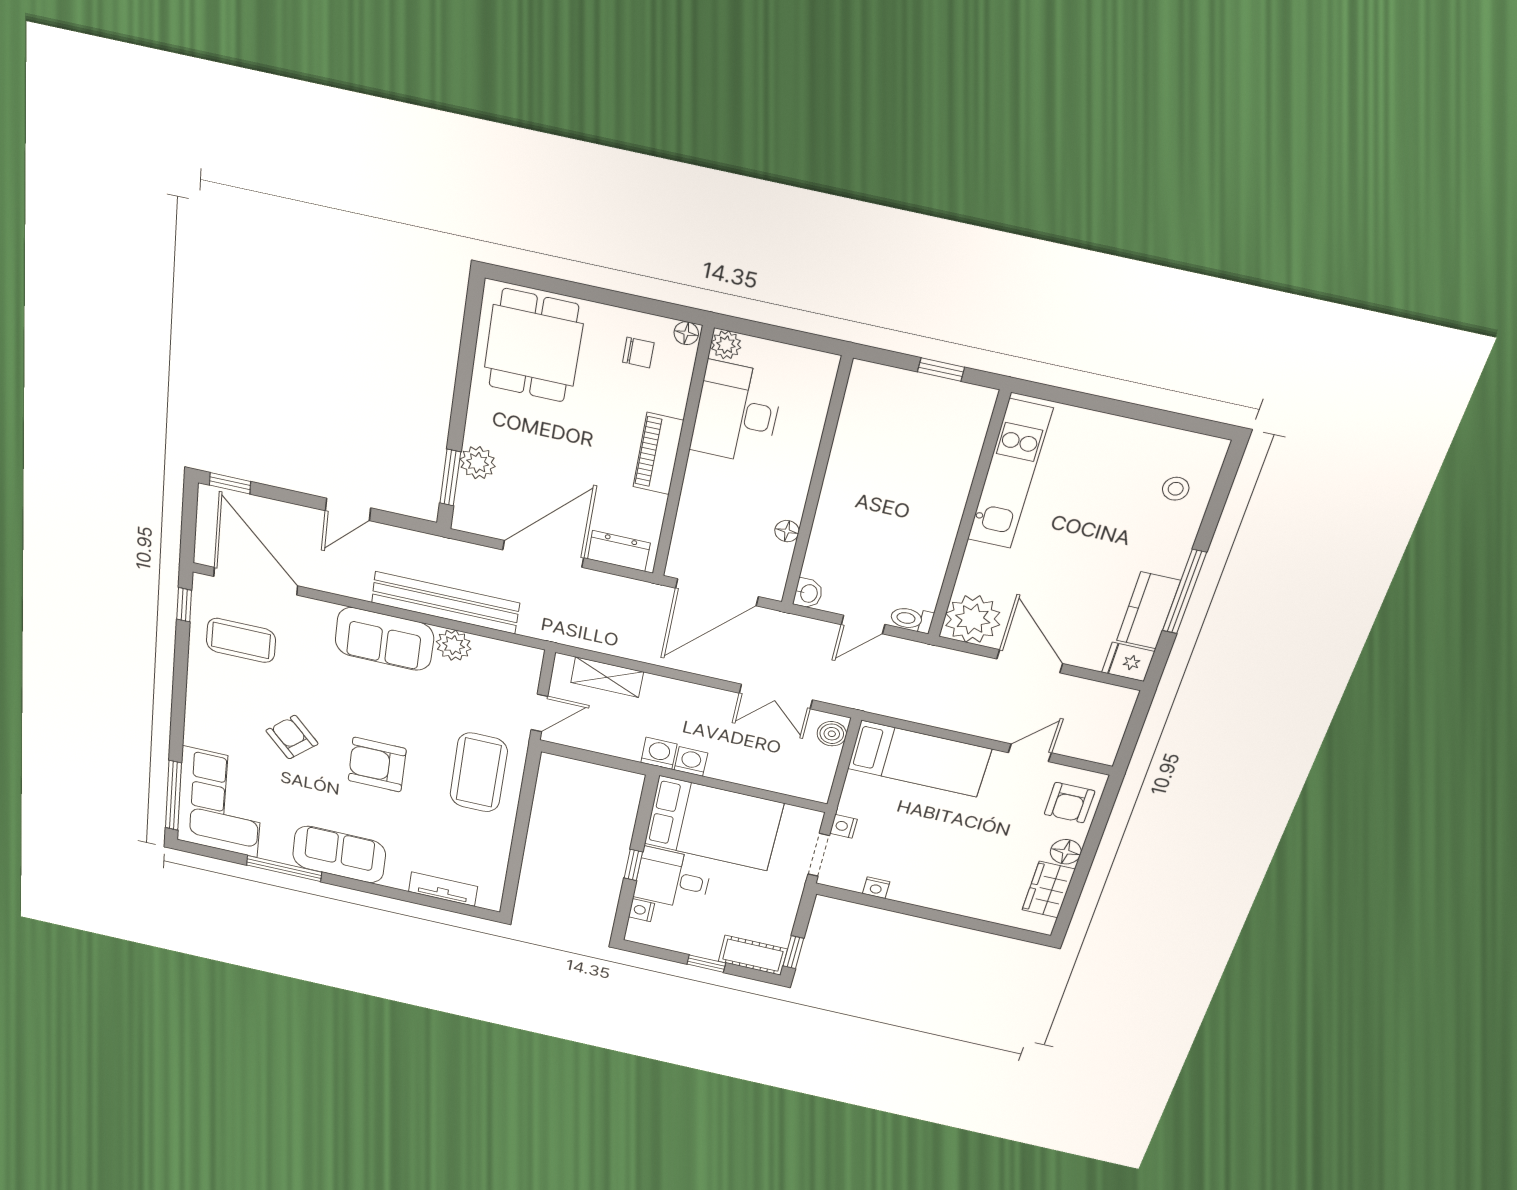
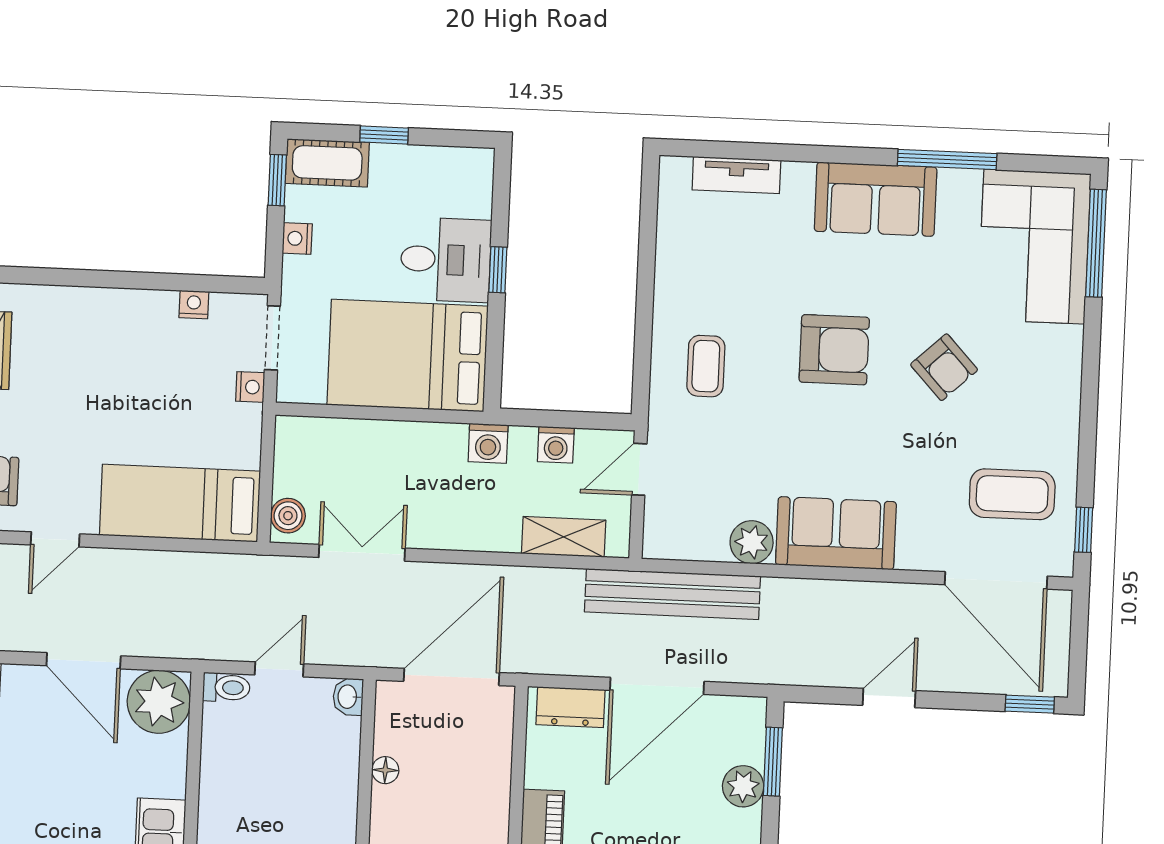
bench: (445, 603) -> (672, 594), moved
washing machine: (691, 761) -> (556, 445), moved
coffee table: (479, 773) -> (706, 366), width x0.54, depth x0.58
nightstand: (641, 910) -> (297, 238), moved, turned 180

